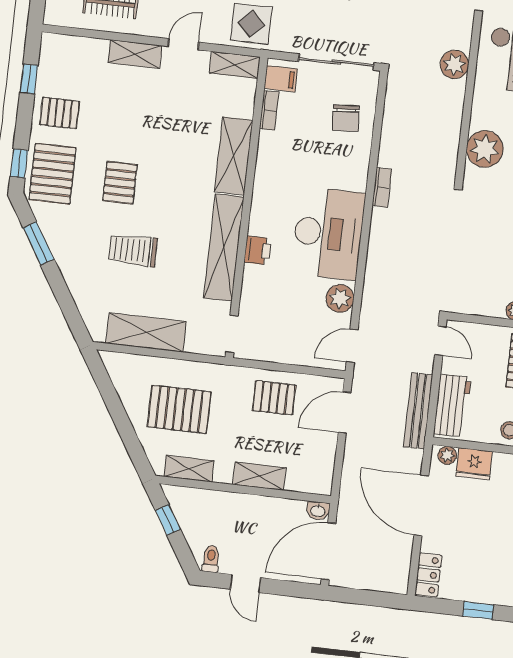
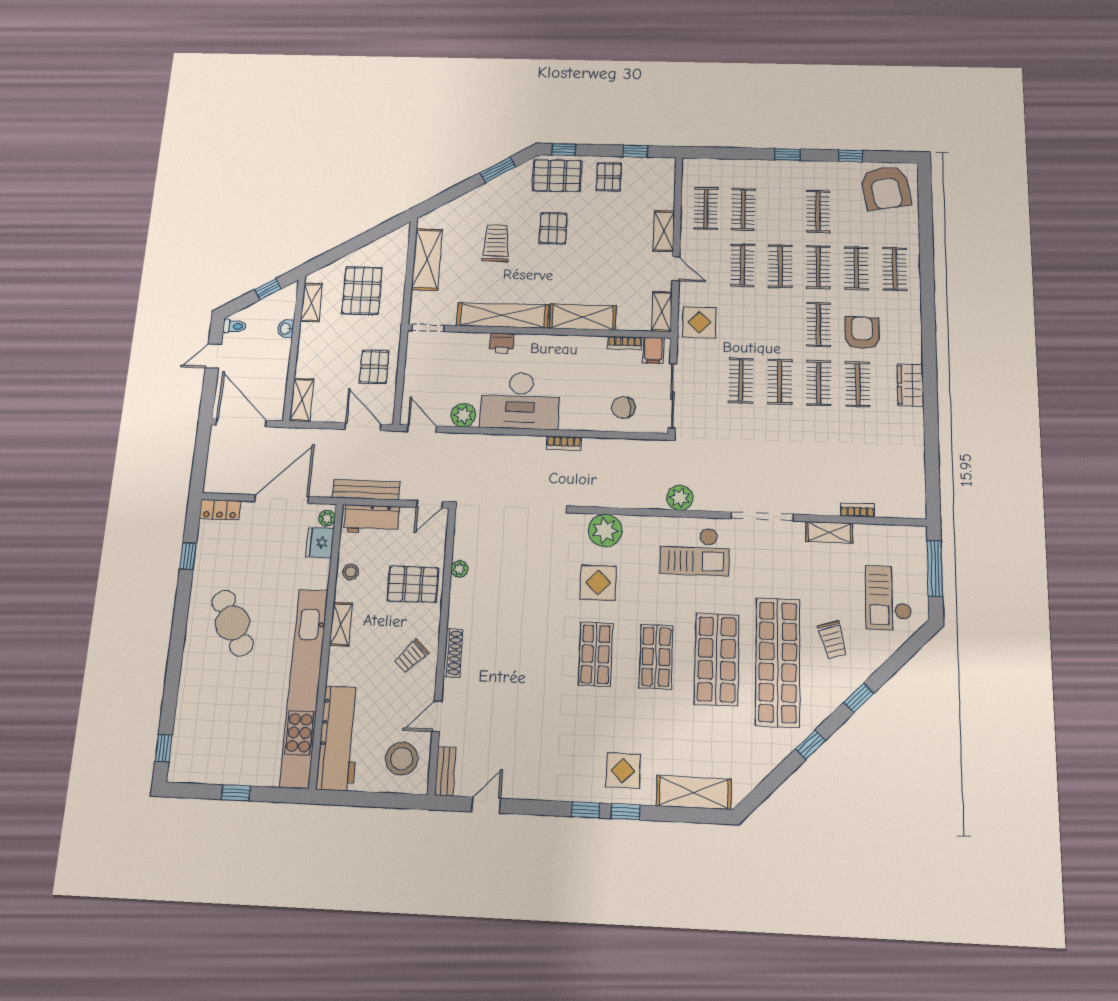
pallet: (120, 183) -> (553, 228), turned 90
shelving: (259, 476) -> (302, 400), moved
washbasin: (318, 511) -> (286, 329), moved

